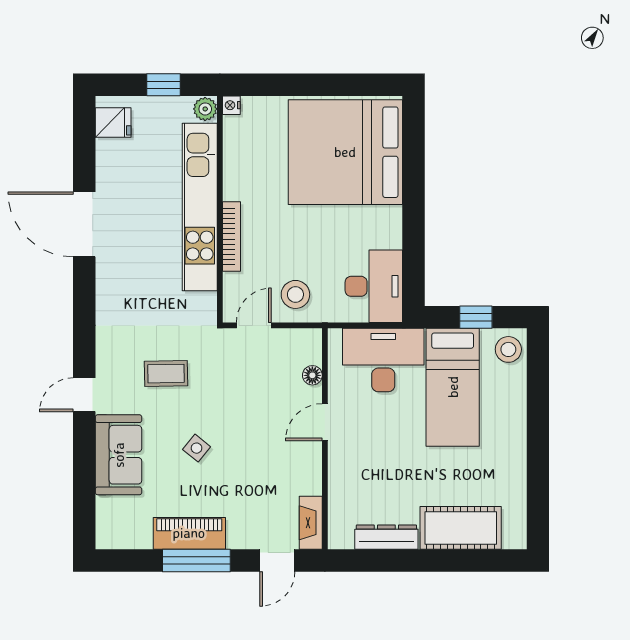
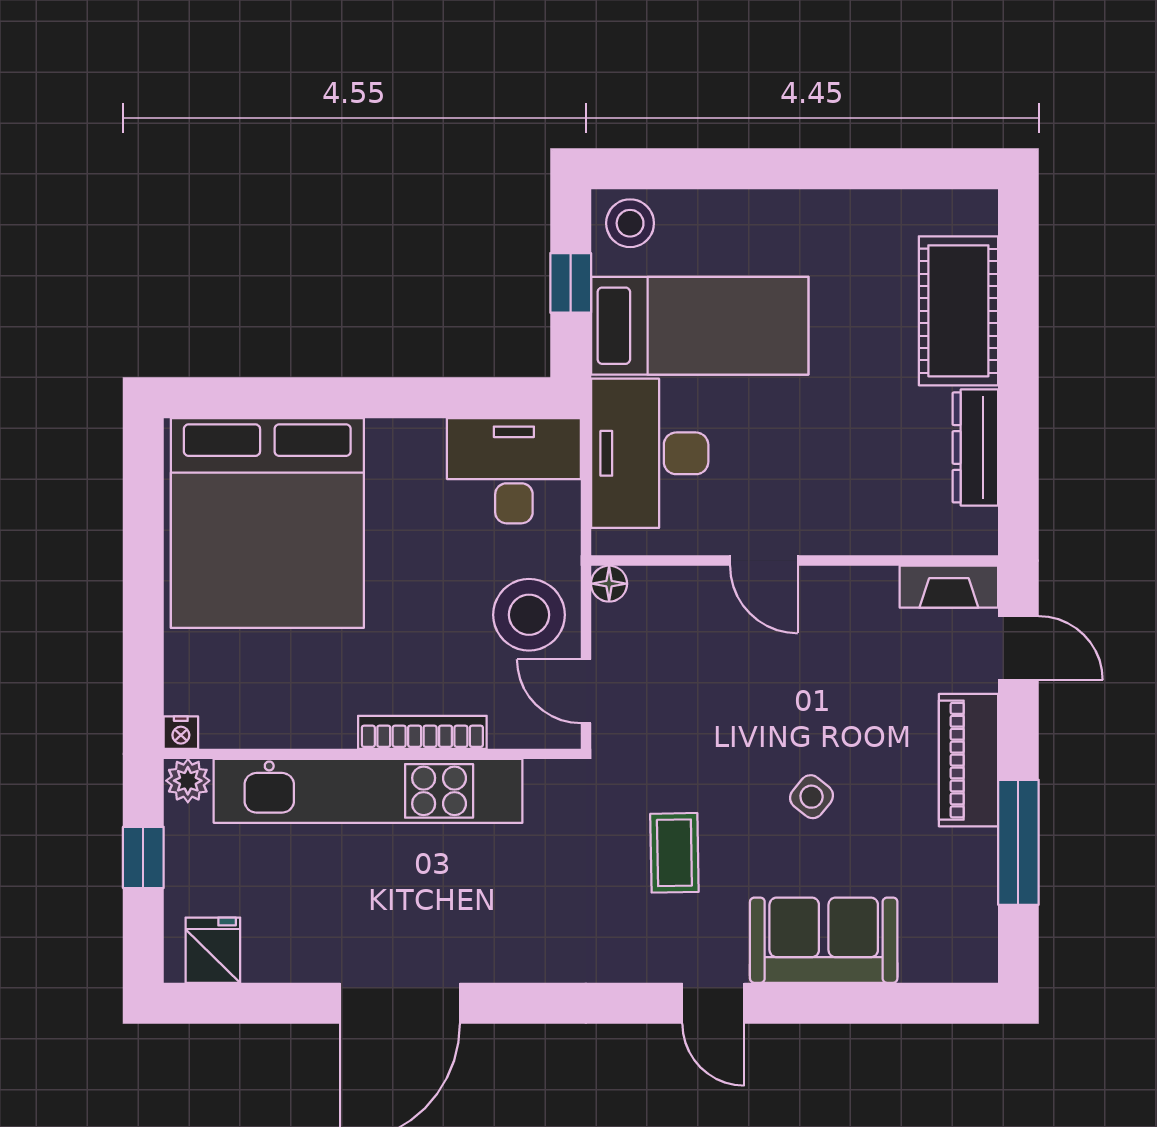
stool: (295, 294) -> (529, 615), width x1.38, depth x1.38
floor lamp: (312, 375) -> (609, 584), moved
piano: (189, 533) -> (968, 760), moved
window: (196, 561) -> (1018, 842), moved

